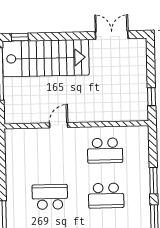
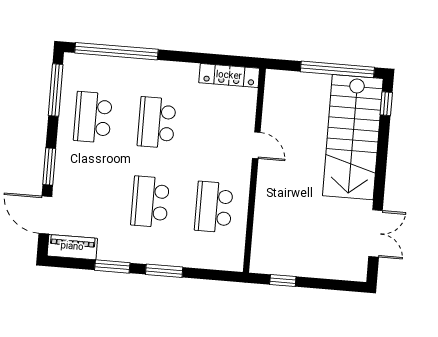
locker: (12, 149) -> (229, 76), added
school desk: (50, 197) -> (157, 122), turned 180

